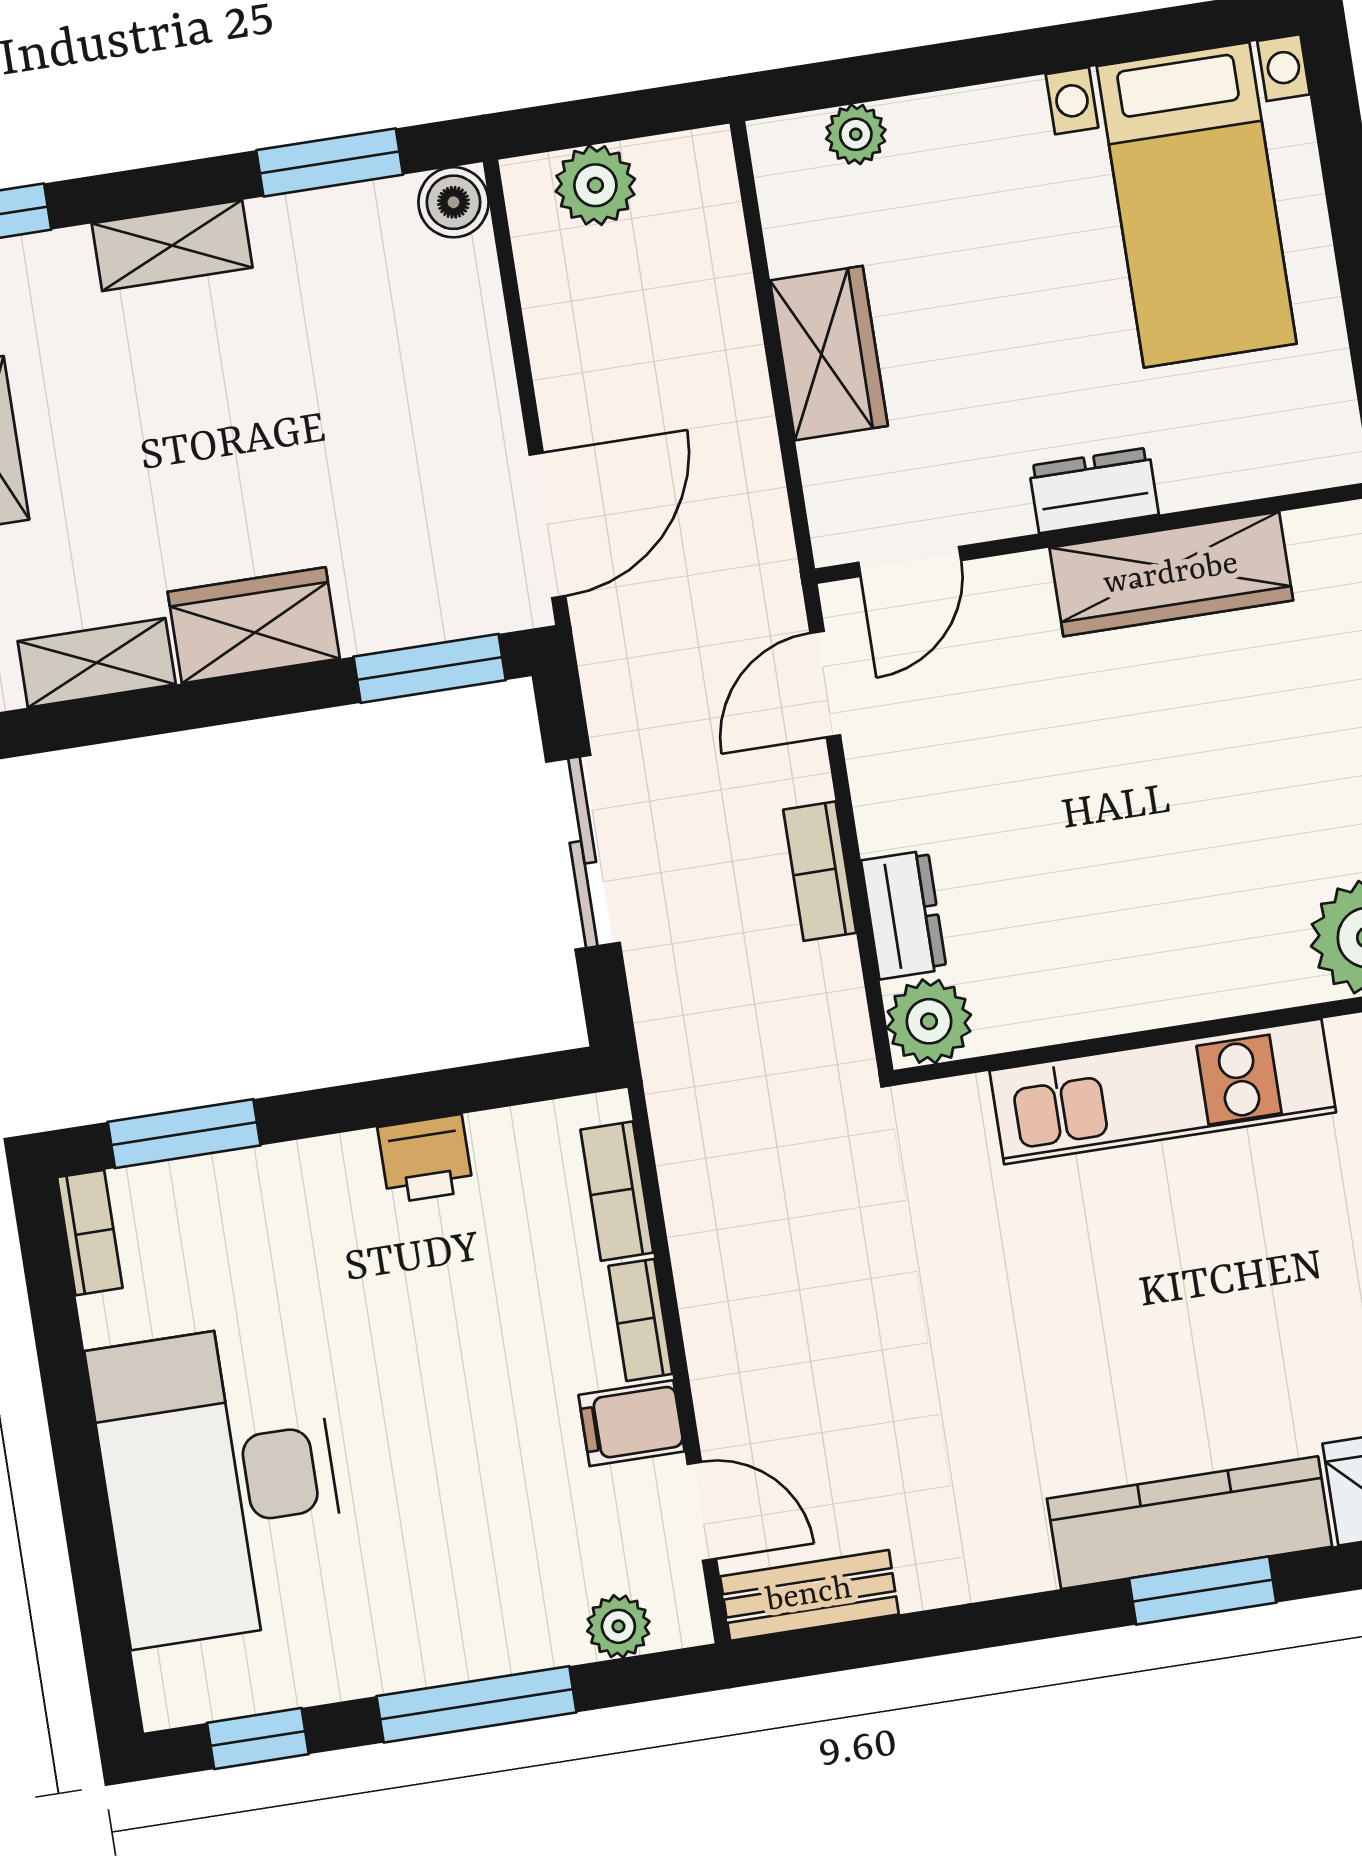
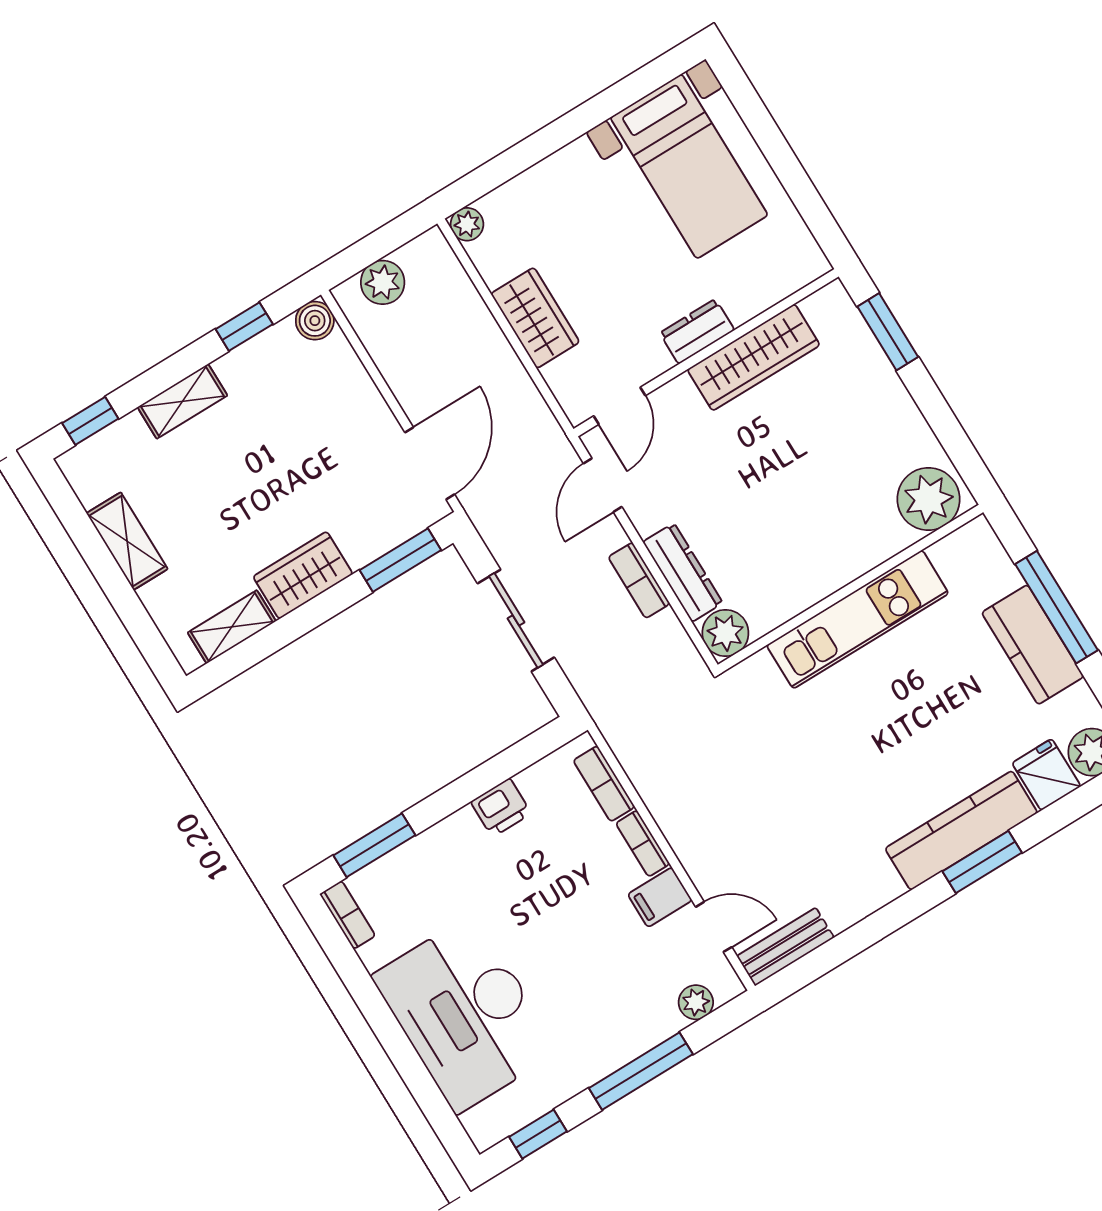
plant: (856, 134) -> (467, 224), moved
window: (330, 162) -> (244, 327), width x0.67
dresser: (904, 915) -> (683, 572), width x1.44

